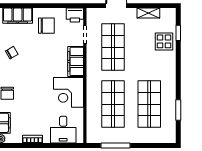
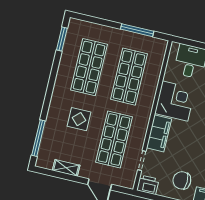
window: (178, 33) -> (38, 138), width x2.17
display table: (164, 41) -> (79, 119), moved
window: (178, 110) -> (62, 39), moved

